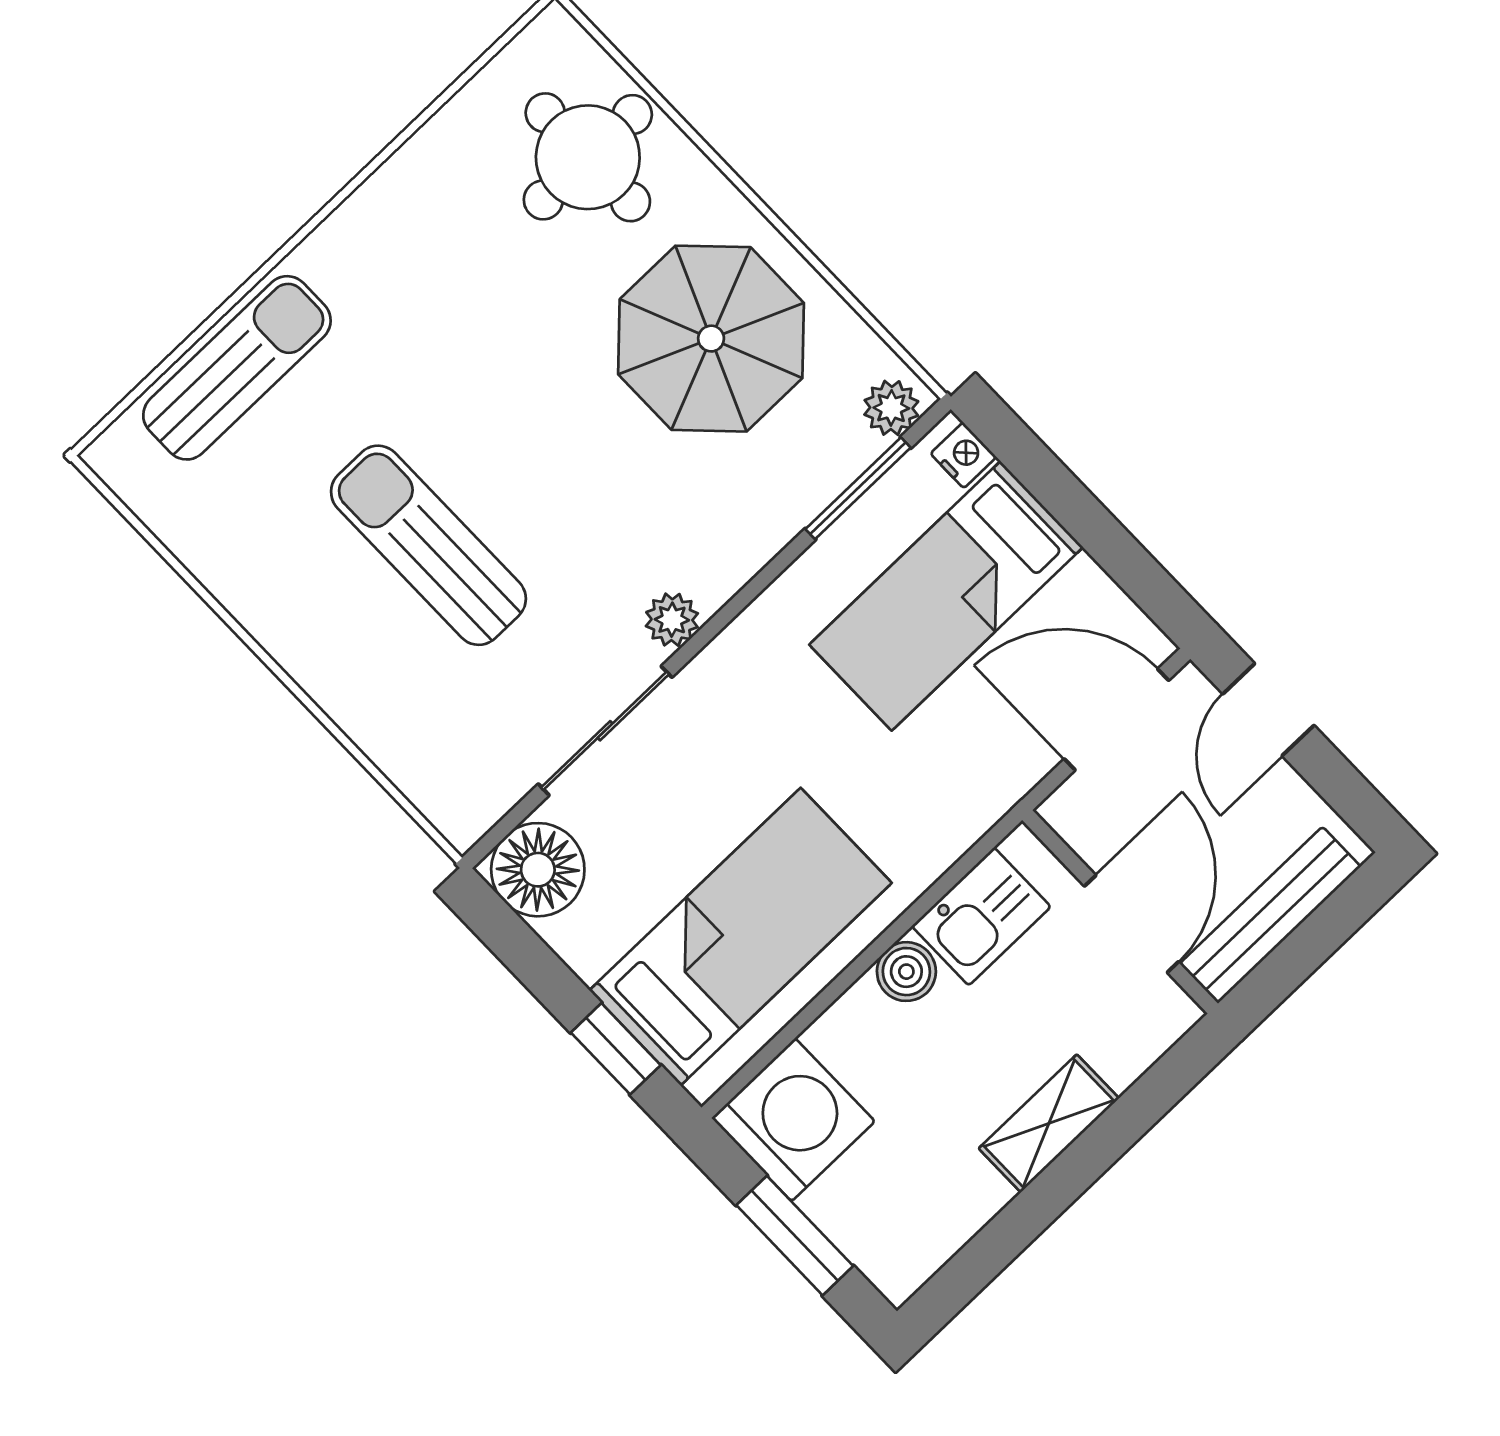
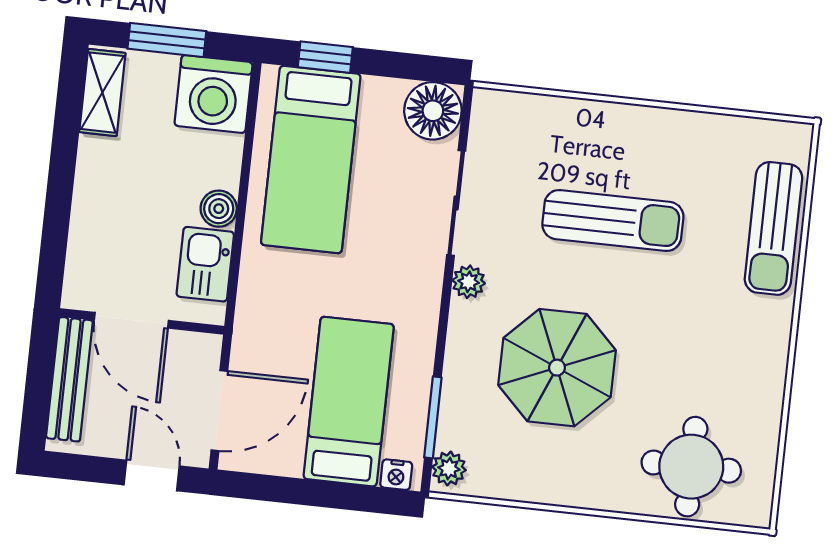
parasol: (711, 339) -> (557, 368), moved
shelving: (1049, 1123) -> (102, 93), moved

